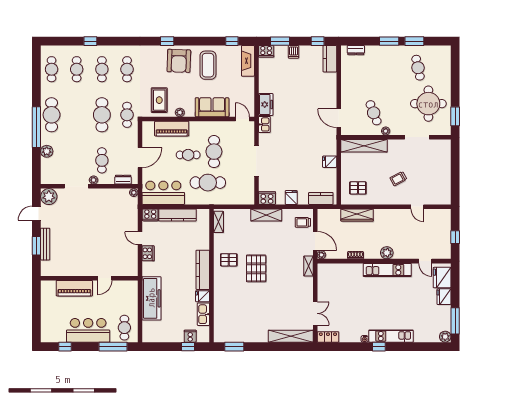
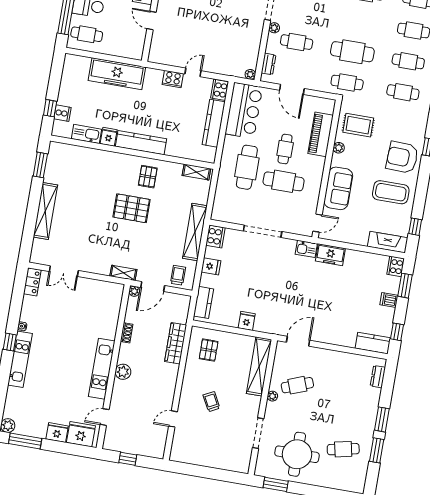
shelving: (266, 215) -> (195, 232), width x1.47
shelving: (291, 336) -> (45, 211), moved

